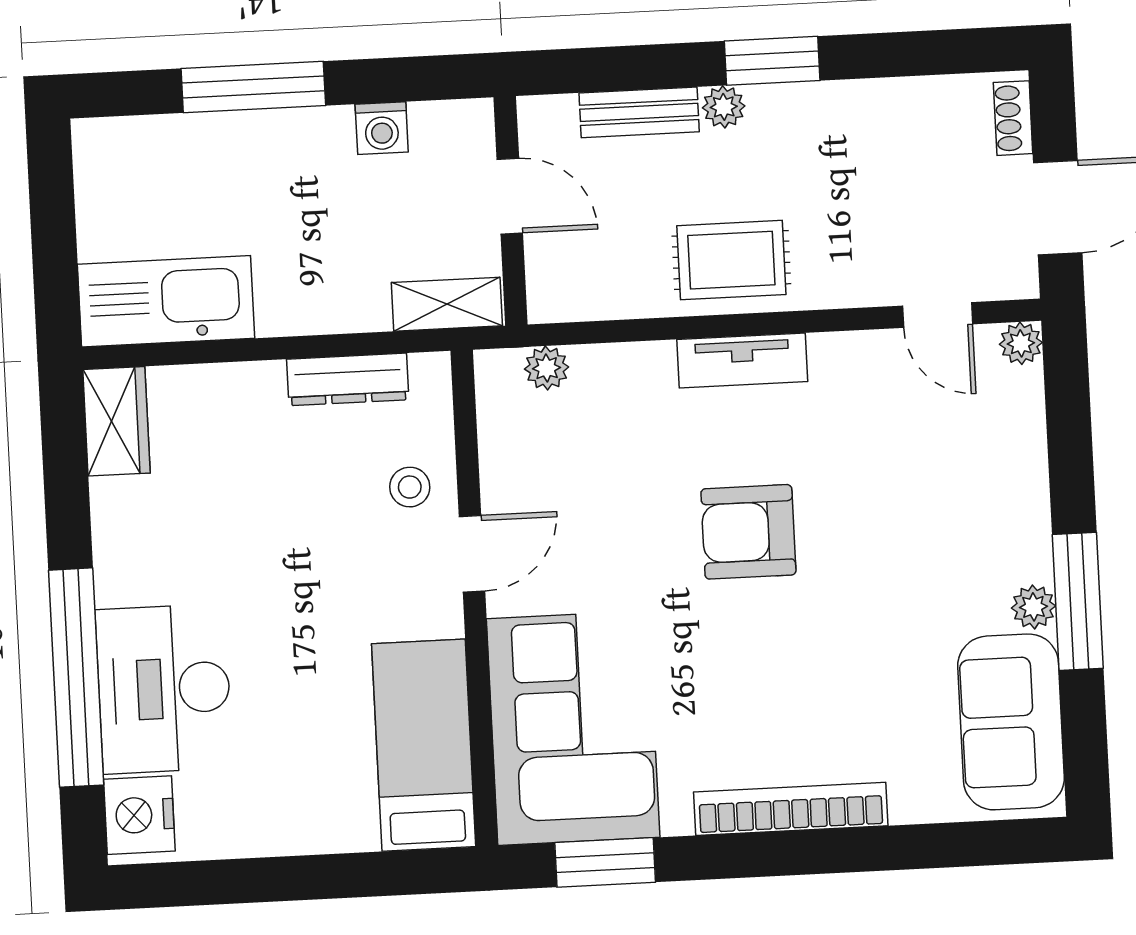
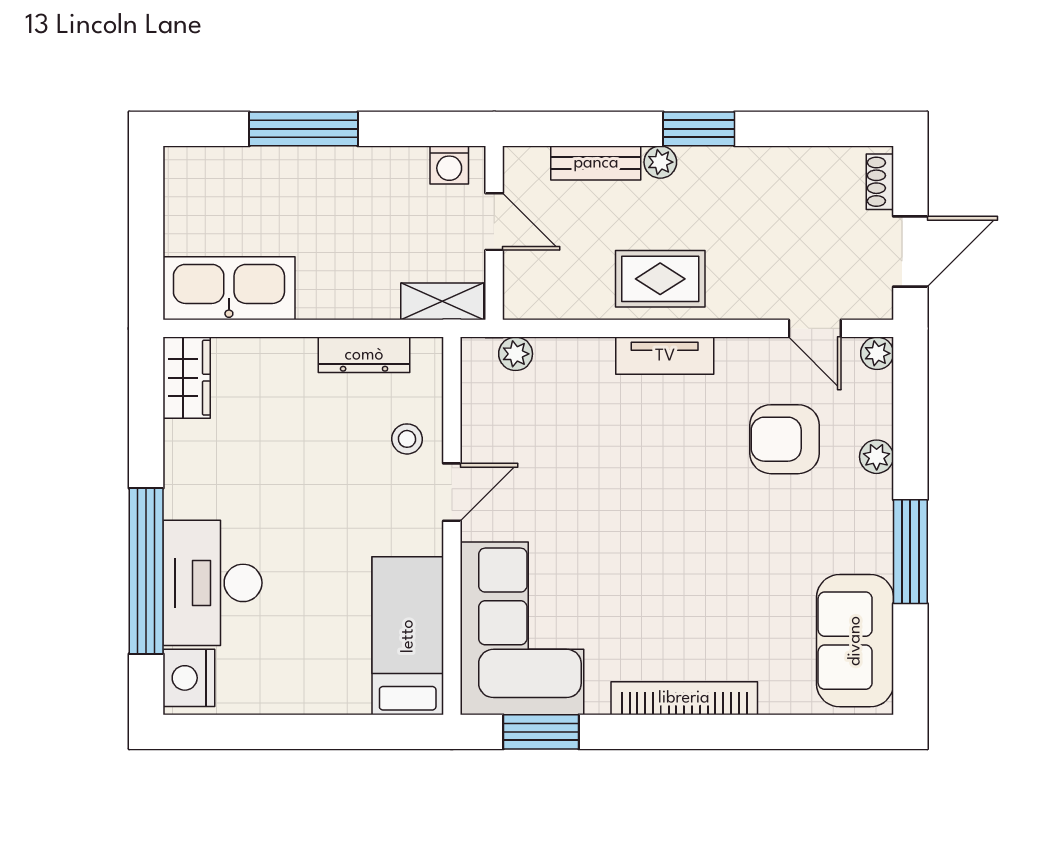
washing machine: (382, 128) -> (449, 165), moved
armchair: (748, 532) -> (784, 439), moved
plant: (1033, 607) -> (877, 457), moved

